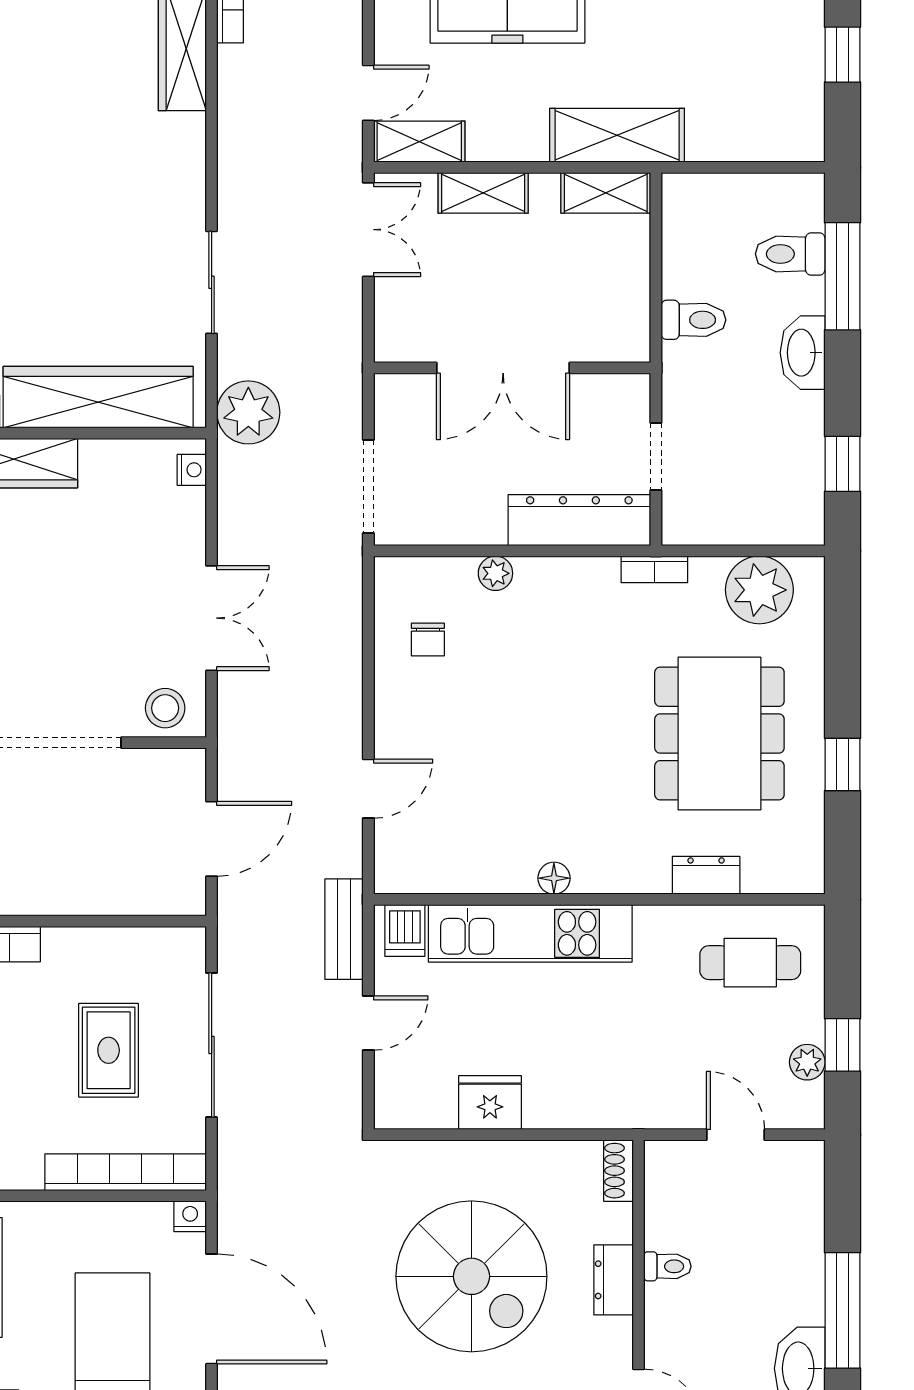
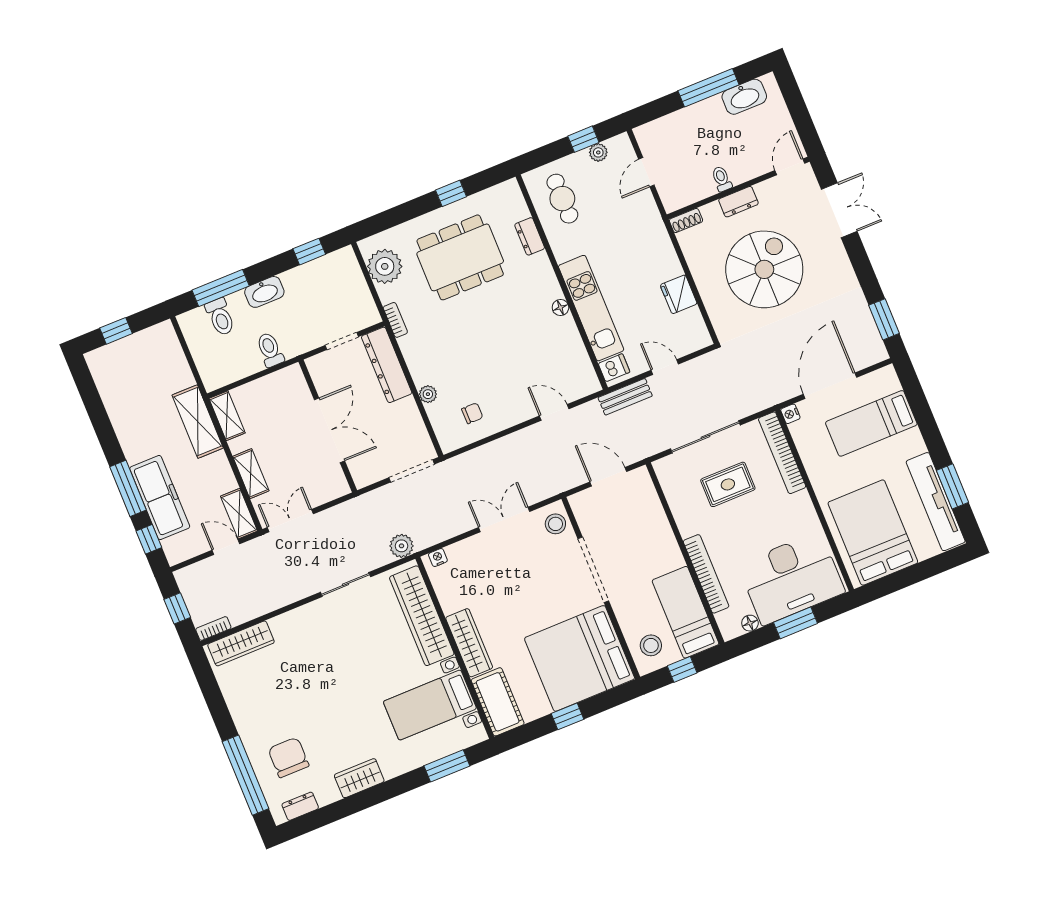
plant: (248, 412) -> (401, 546), width x0.73, depth x0.73

